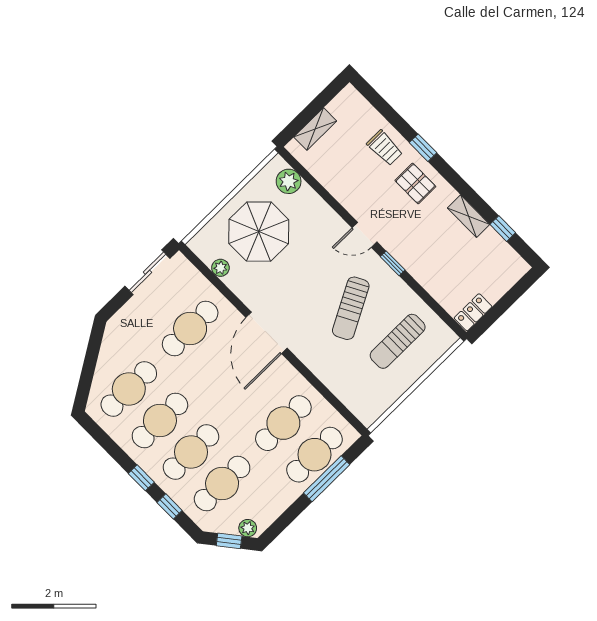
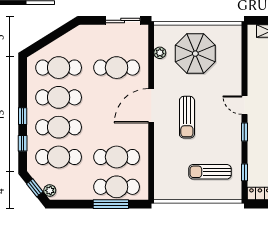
plant: (289, 181) -> (233, 44), removed
window: (435, 306) -> (244, 172), added
sun lounger: (351, 308) -> (187, 117), moved, turned -62

